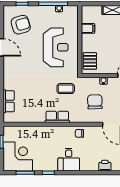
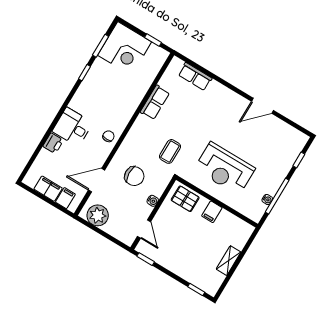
armchair: (21, 25) -> (275, 144), removed
filing cabinet: (88, 28) -> (212, 212), moved
row of seats: (57, 117) -> (155, 102), moved
desk: (69, 160) -> (72, 127), moved

